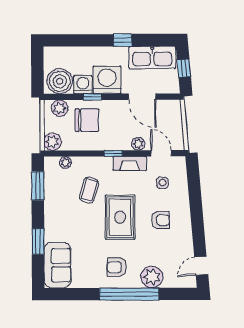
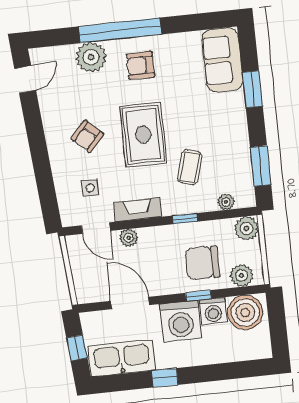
window: (113, 153) -> (185, 219), moved
armchair: (161, 220) -> (87, 136), turned -48
armchair: (117, 267) -> (141, 65), turned 180

